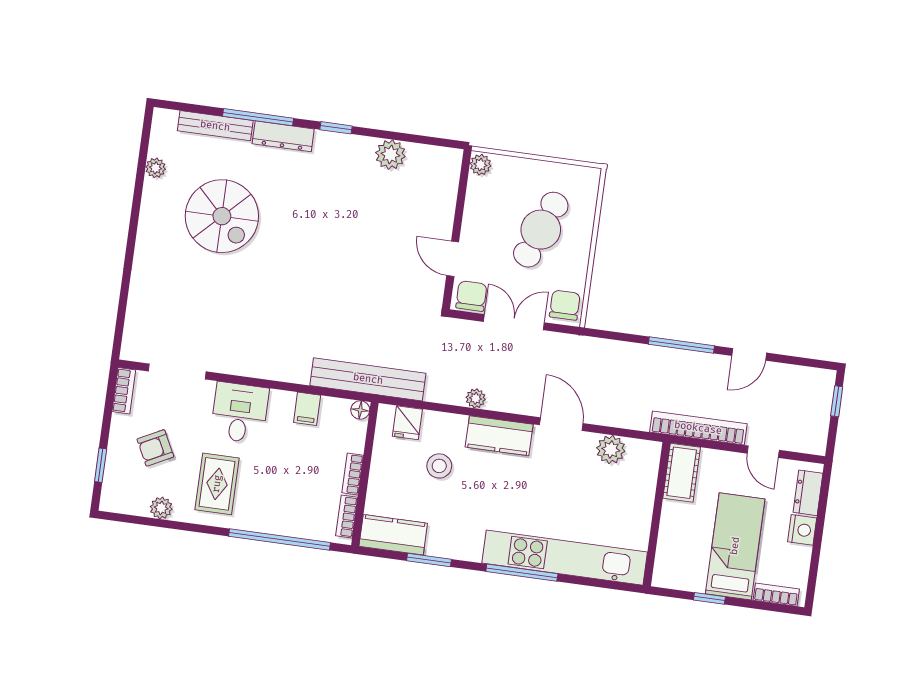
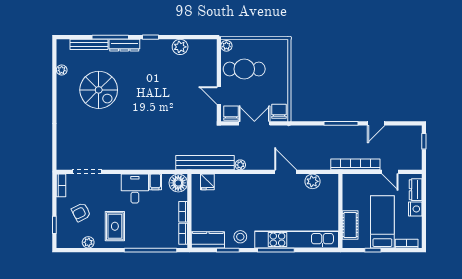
cafe table: (541, 230) -> (244, 69), moved, turned 69
bench: (368, 379) -> (205, 163), moved
floor lamp: (360, 410) -> (178, 183), width x1.89, depth x1.89
desk: (240, 413) -> (135, 189), moved
kitchen counter: (499, 436) -> (255, 182), removed
stool: (439, 466) -> (240, 237), moved
cot: (682, 473) -> (350, 225), moved

